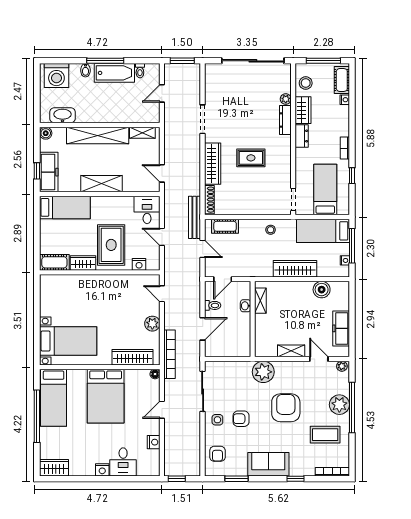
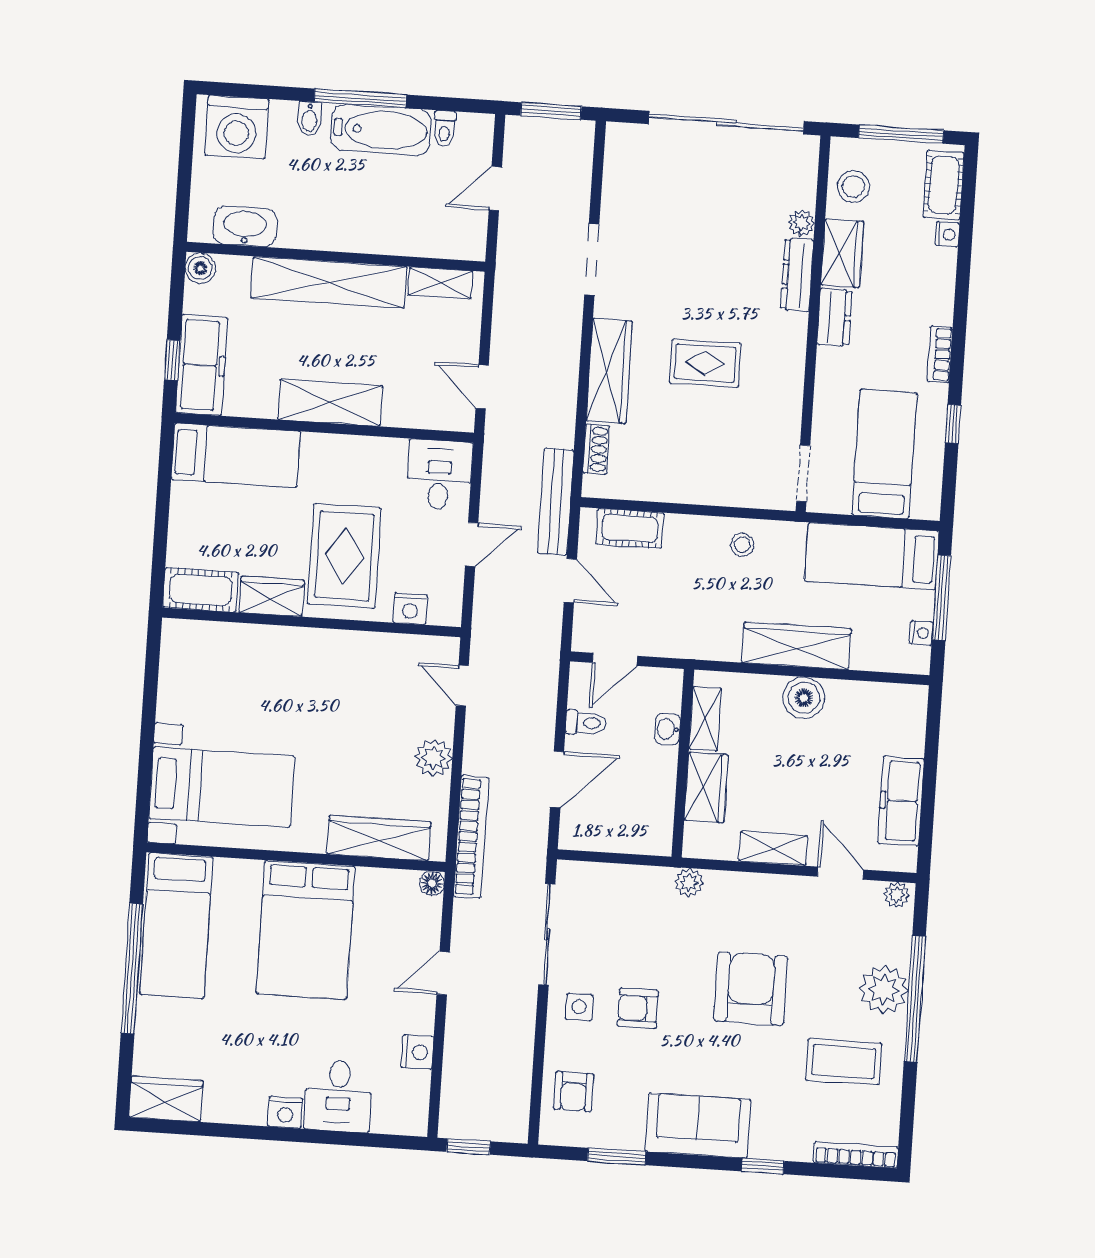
shoe rack: (209, 200) -> (596, 449), width x0.70
door: (162, 237) -> (472, 545), swing flipped
boiler: (322, 290) -> (804, 698), moved
wardrobe: (263, 328) -> (706, 787), added
plant: (263, 372) -> (689, 882), width x0.53, depth x0.53

